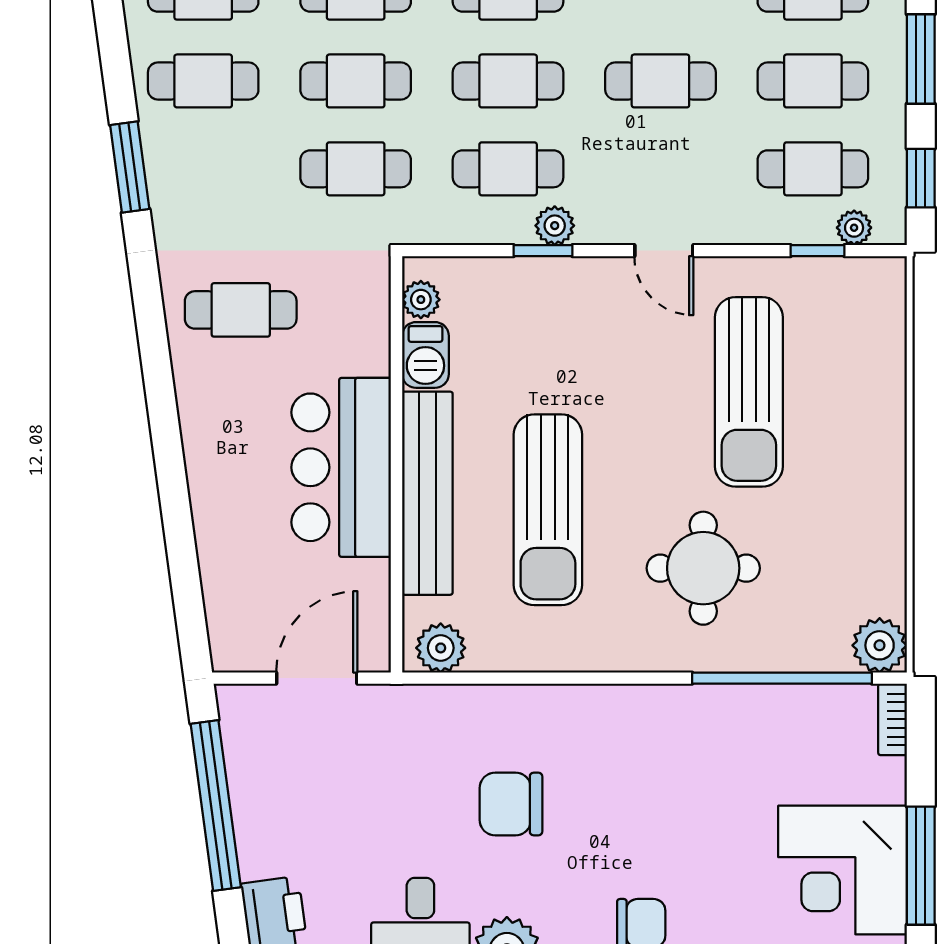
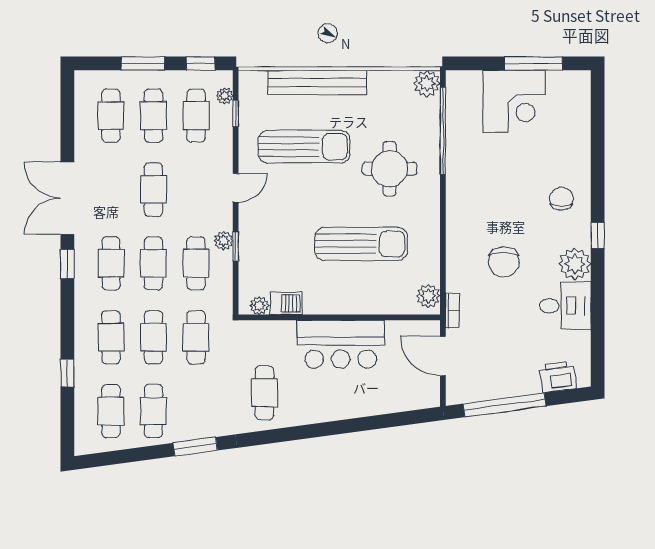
bench: (427, 493) -> (317, 82), moved
bookcase: (893, 719) -> (452, 311), moved, turned -90
corner desk: (843, 870) -> (514, 101), moved

